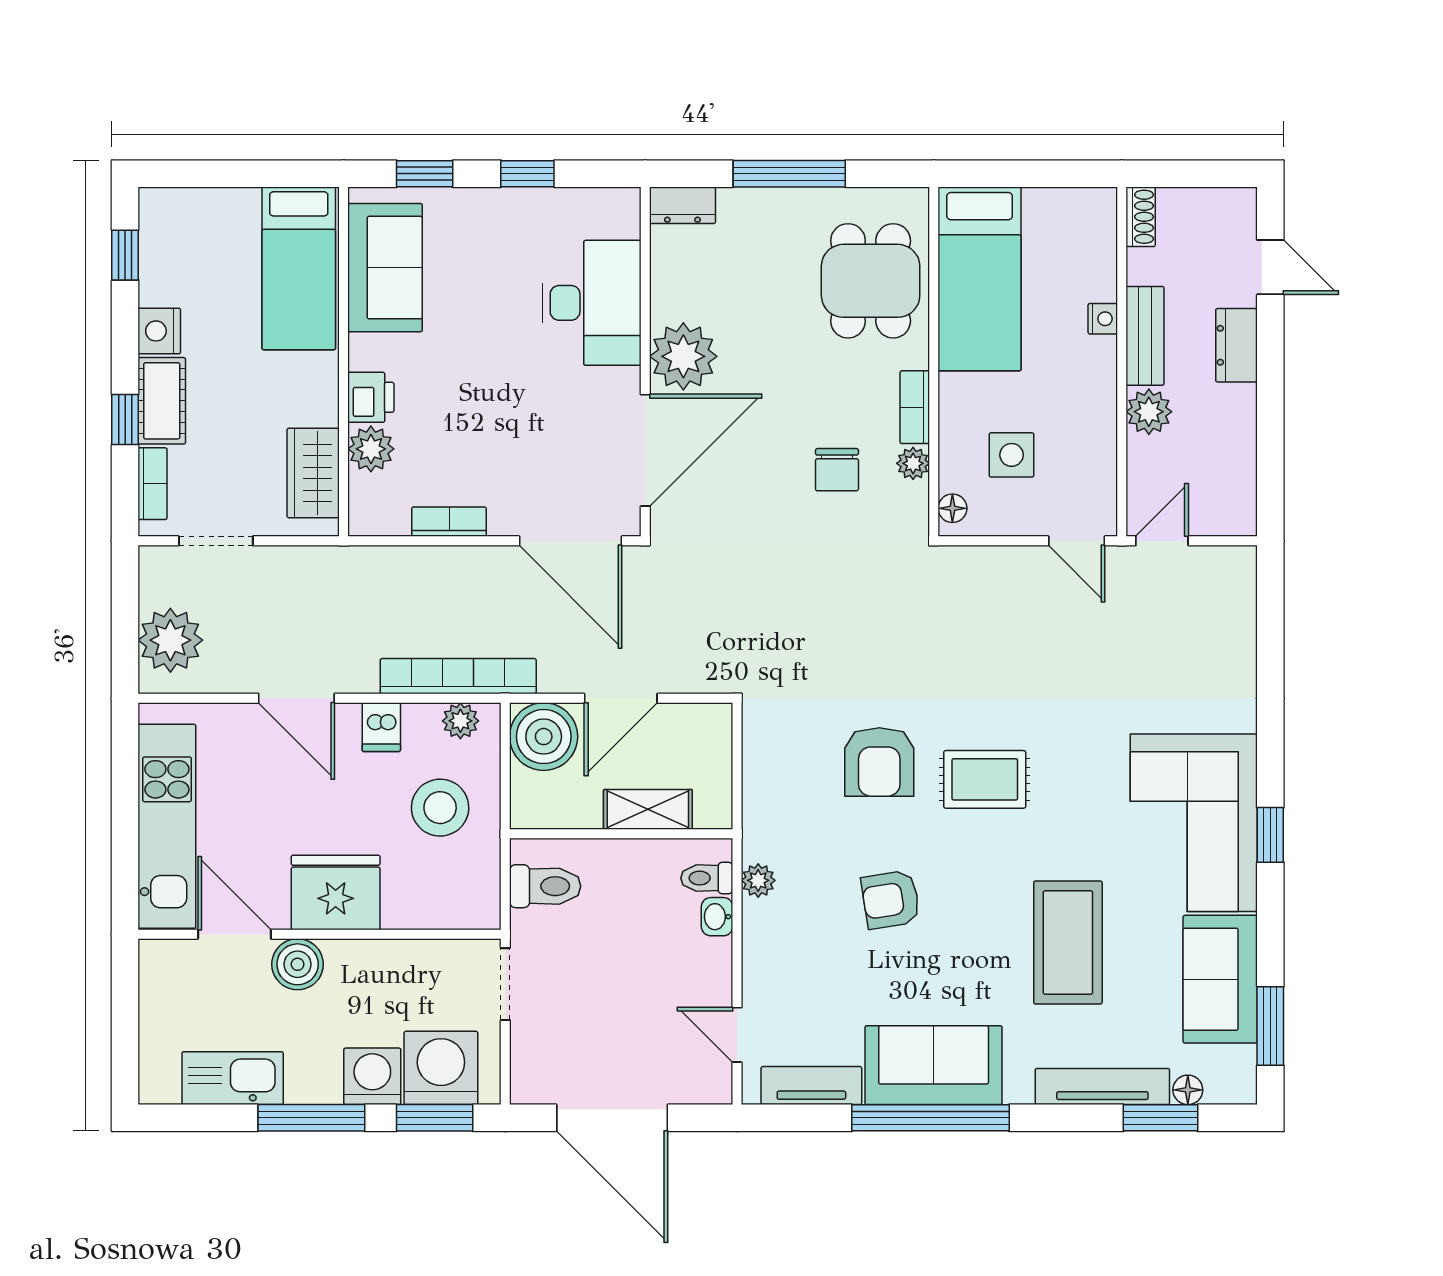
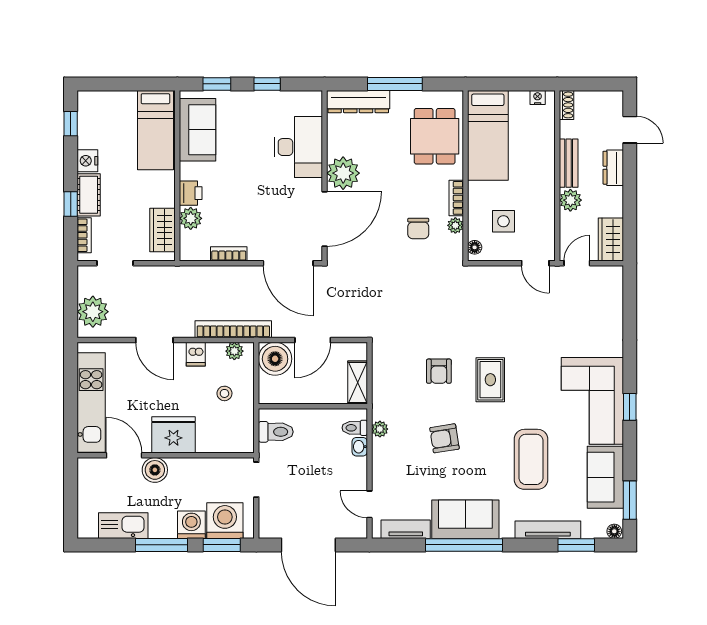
dresser: (682, 205) -> (358, 102), width x1.96, depth x1.24
nightstand: (1103, 319) -> (538, 97), moved, turned -90
wardrobe: (1232, 492) -> (611, 240), added
armchair: (879, 762) -> (439, 371), width x0.72, depth x0.72
rug: (985, 779) -> (490, 380), turned 90
stool: (440, 808) -> (224, 393), width x0.53, depth x0.53
shelving: (648, 809) -> (358, 382), moved, turned 90
floor lamp: (1188, 1090) -> (614, 531), moved

